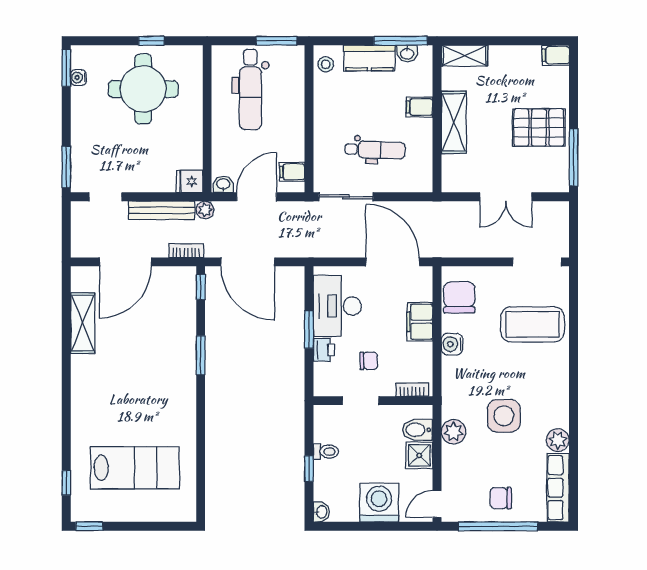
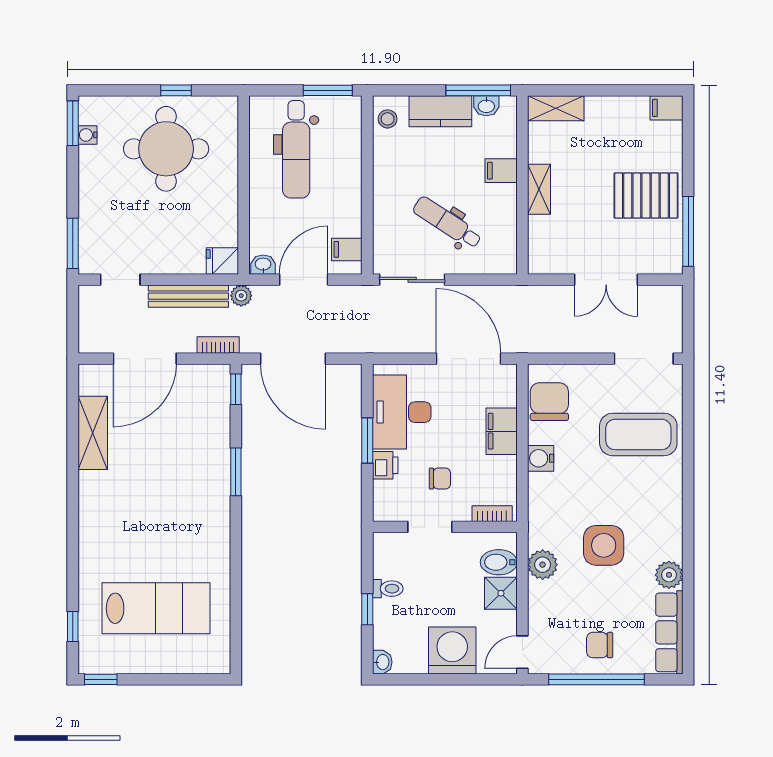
shelving: (454, 122) -> (539, 189), width x0.67, depth x0.75
dental chair: (375, 150) -> (447, 223), turned -149

